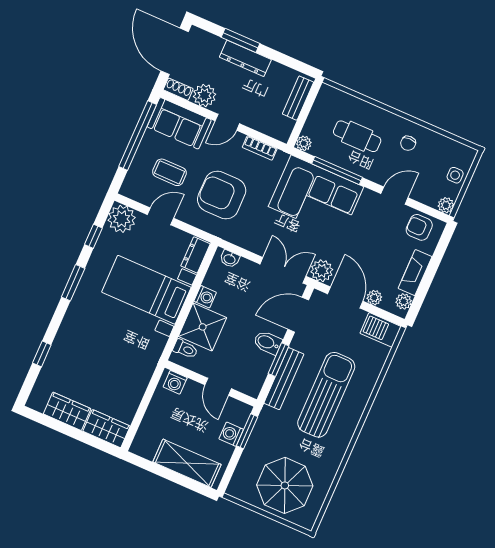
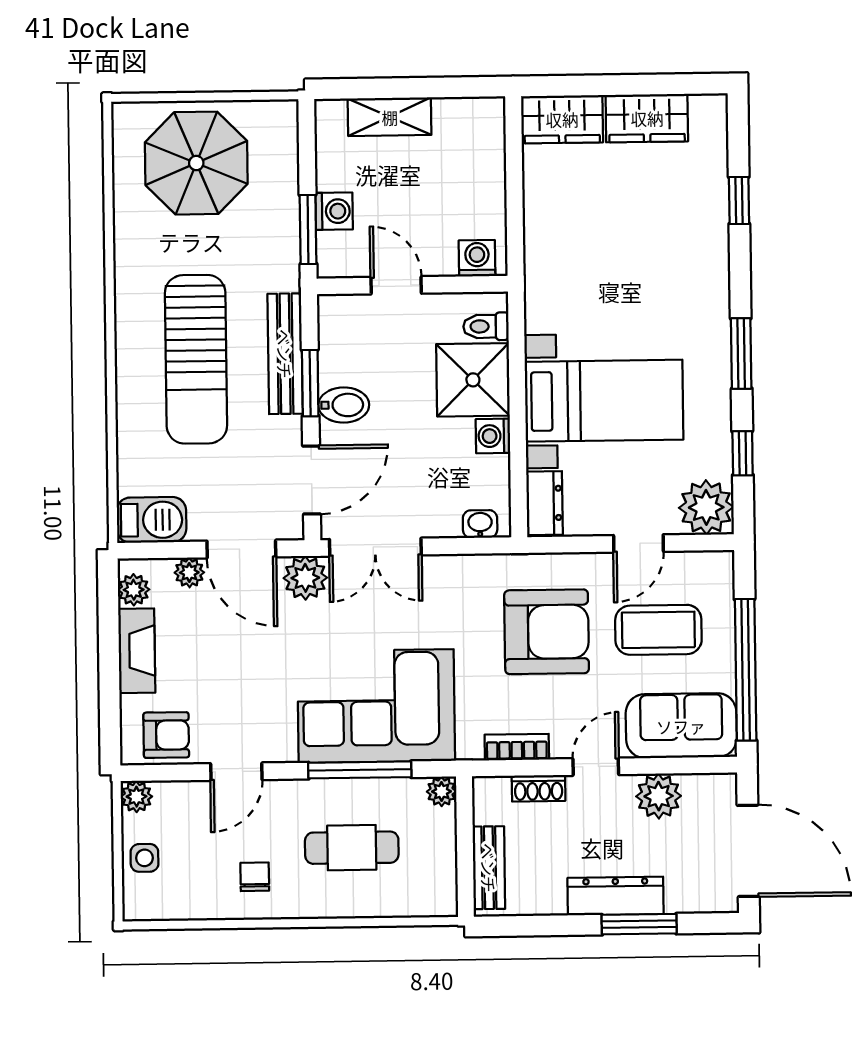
shoe rack: (178, 89) -> (539, 788), moved
coffee table: (169, 172) -> (658, 630), width x1.36, depth x1.30
shelving: (187, 463) -> (390, 117), width x0.67, depth x0.75

